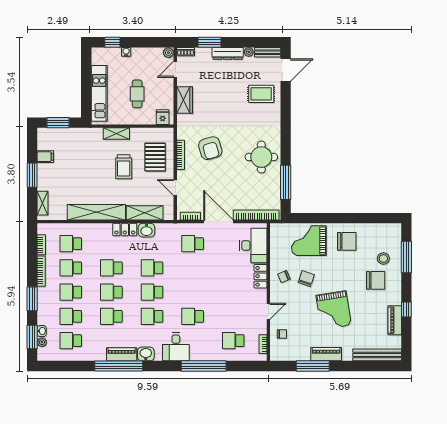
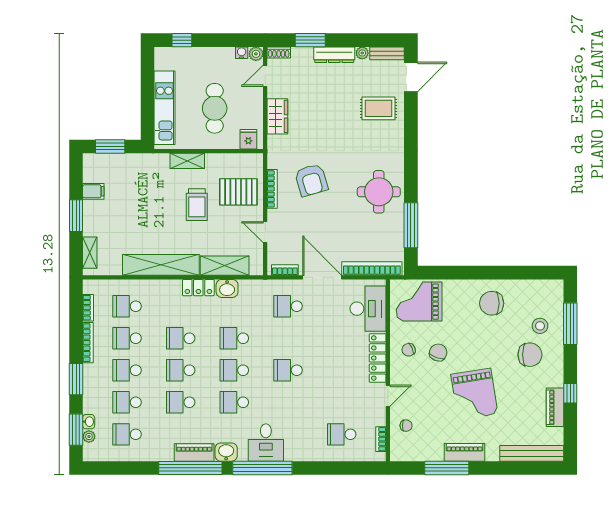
water cooler: (126, 52) -> (242, 53), moved
cafe table: (137, 94) -> (215, 108), width x1.37, depth x1.35
pallet: (155, 157) -> (238, 192), turned 90
grand piano: (309, 241) -> (419, 302), moved
chair: (347, 241) -> (492, 303), turned 180
locker: (260, 276) -> (378, 358), width x1.53
school desk: (193, 316) -> (288, 370), moved
window: (204, 366) -> (262, 468), moved

